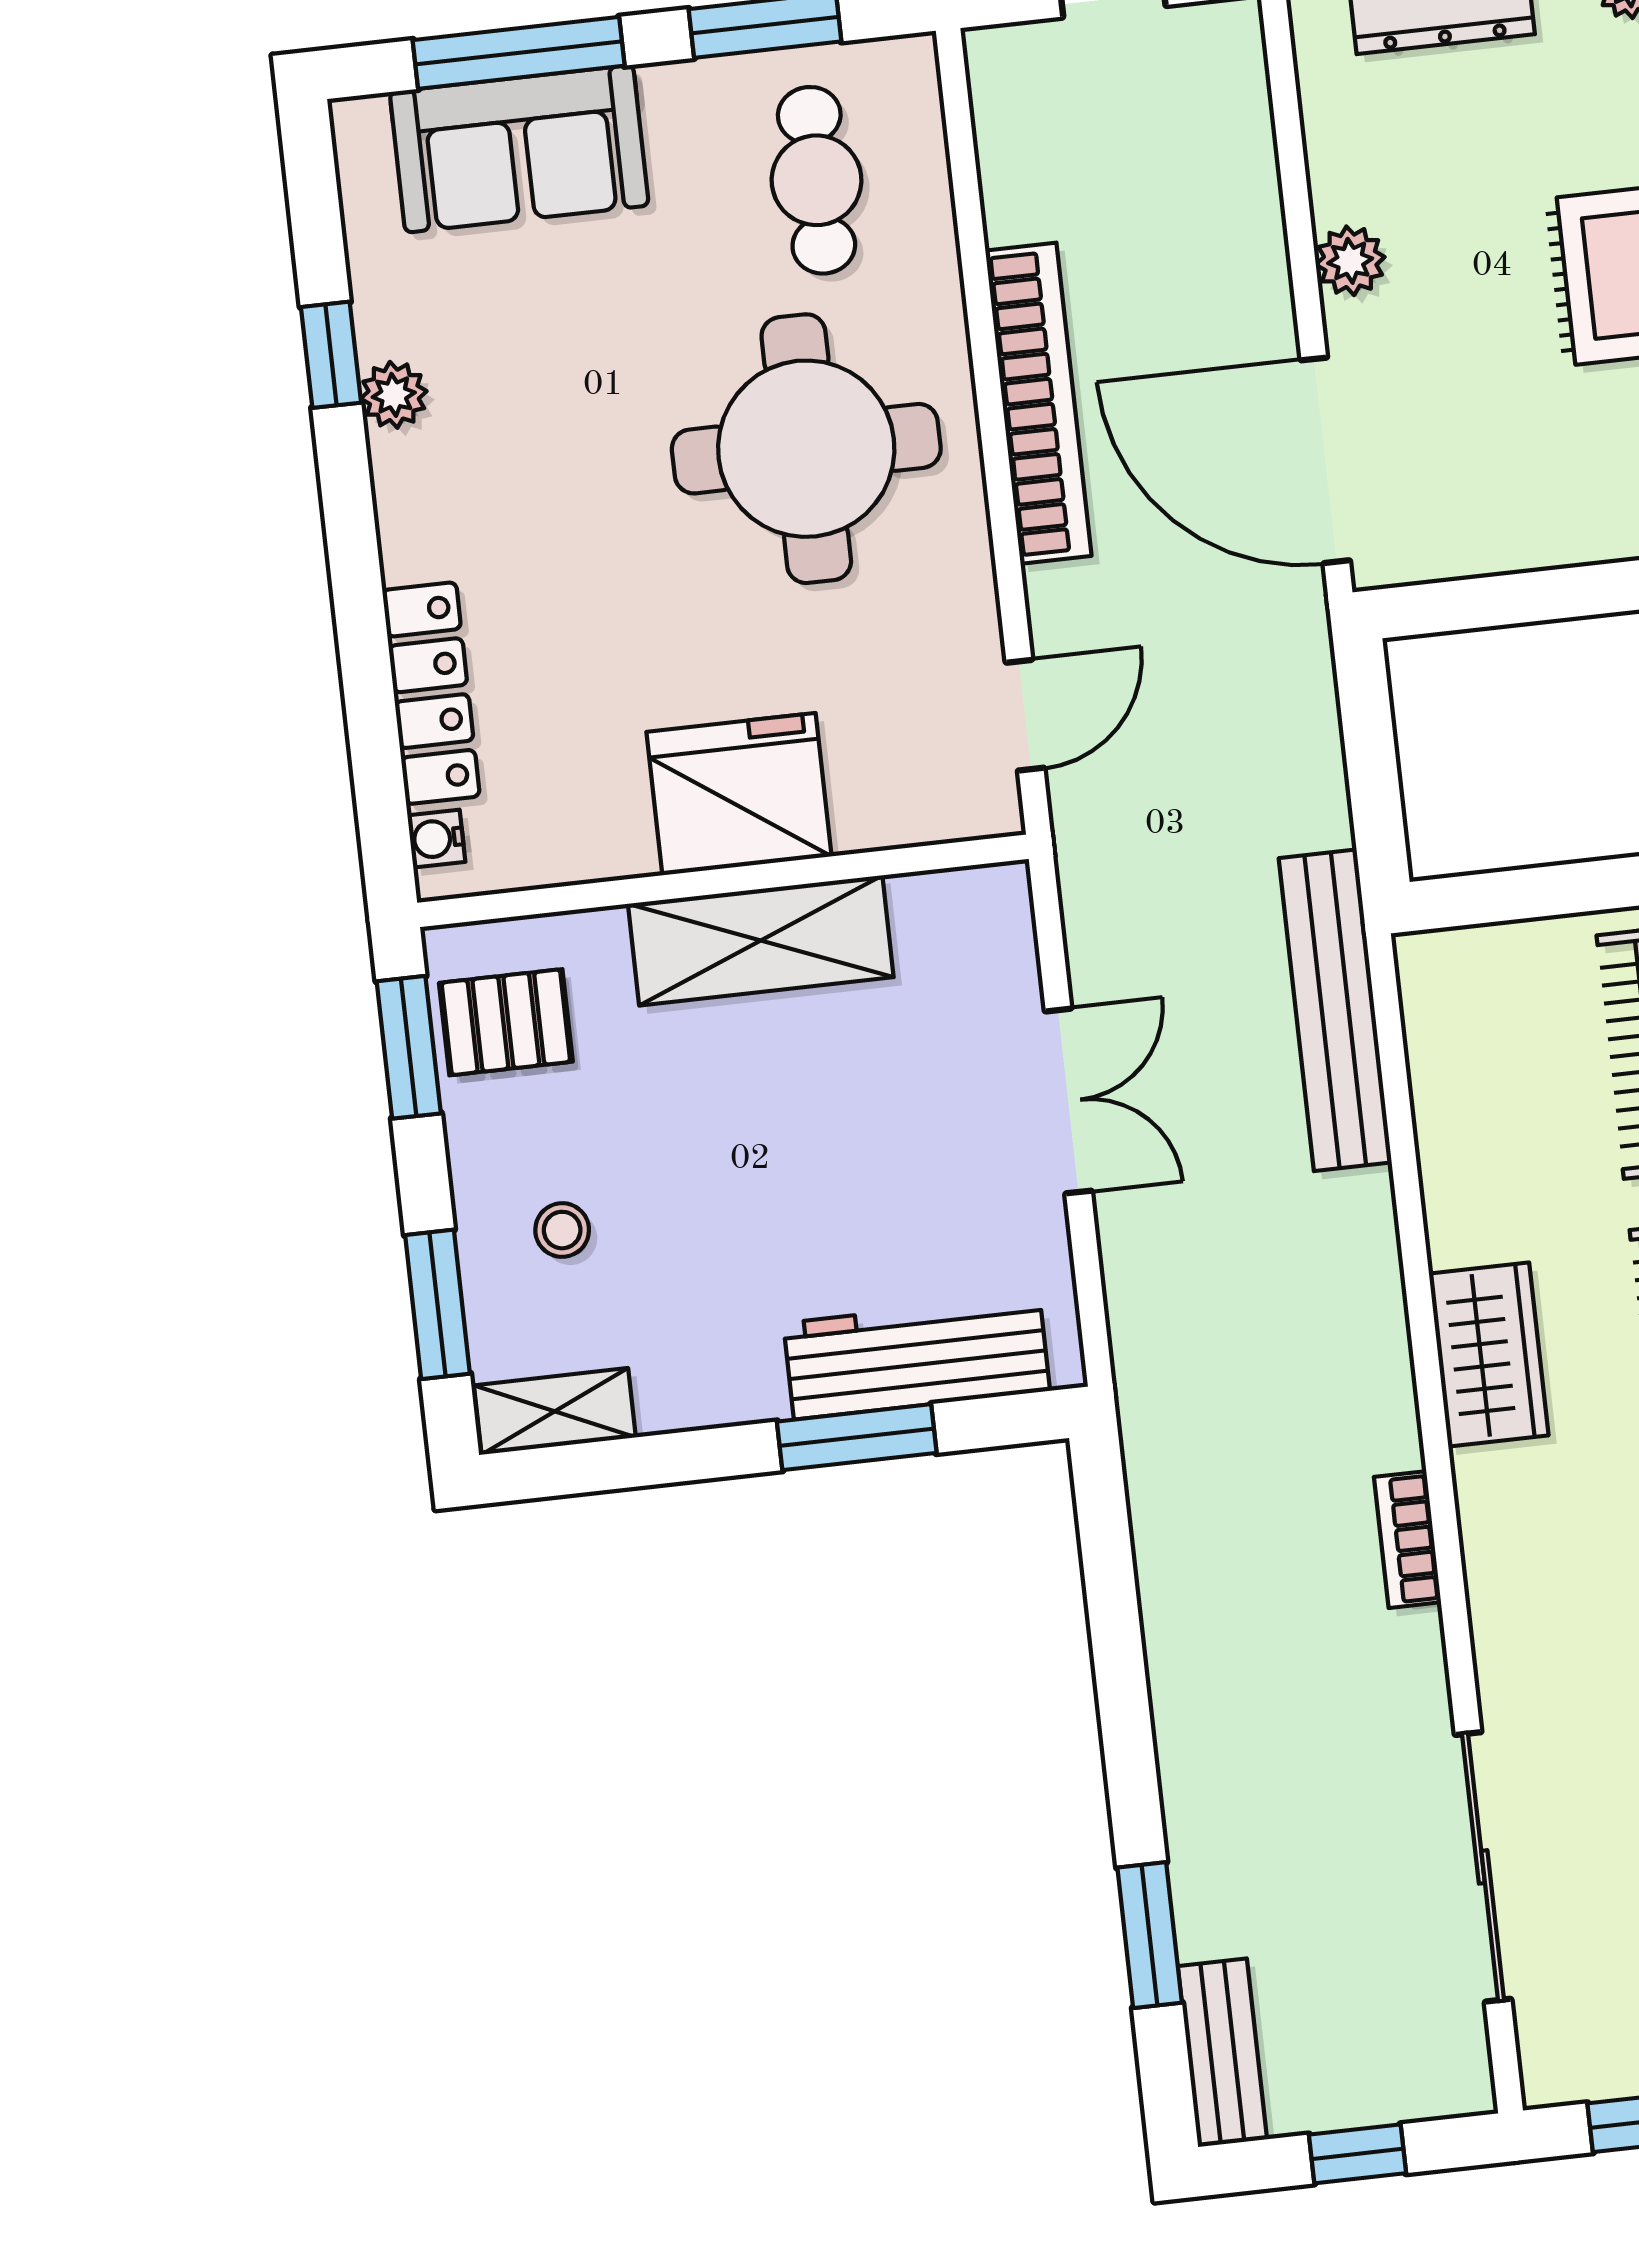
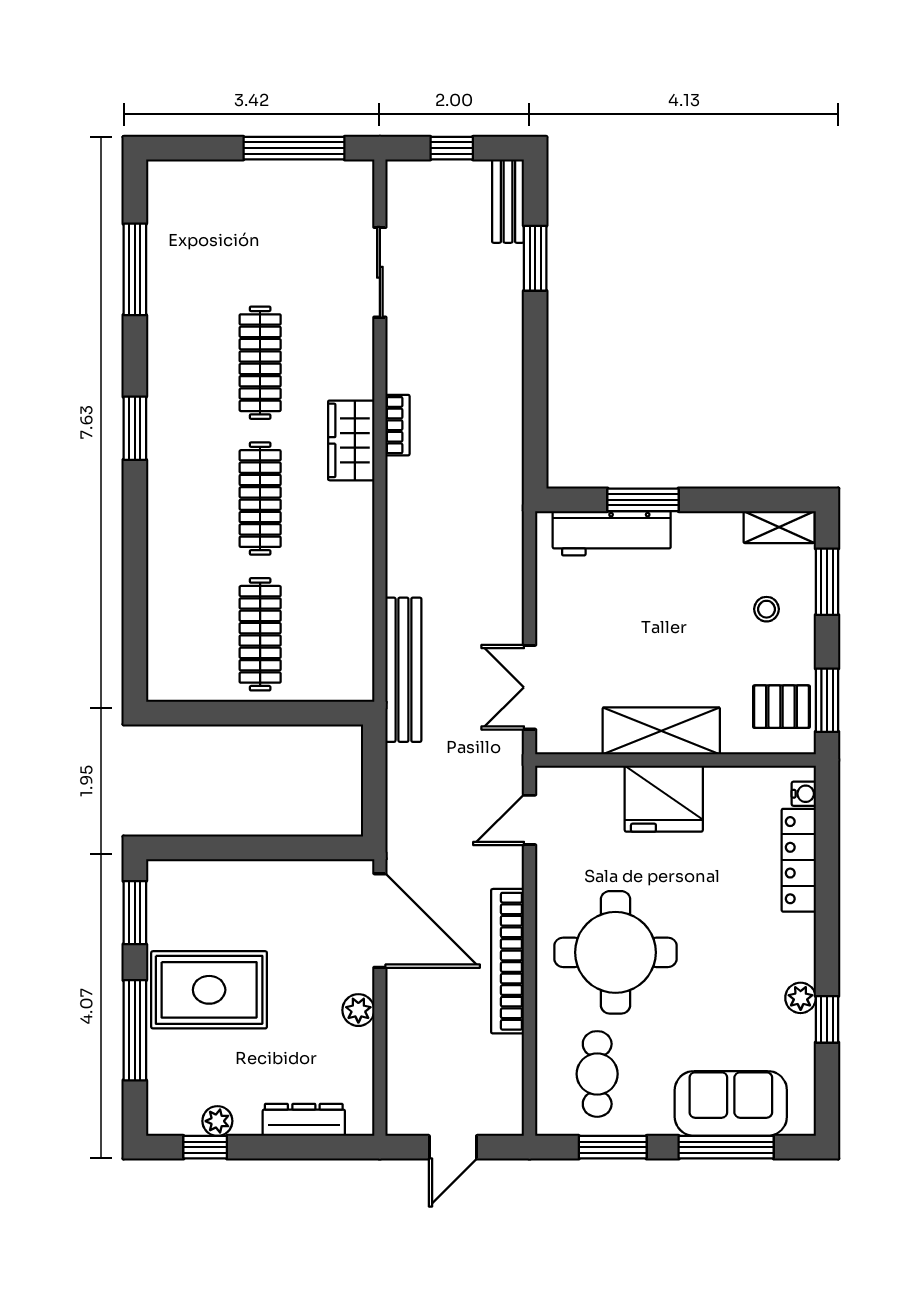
double door: (1068, 1101) -> (530, 687), moved
wardrobe: (1489, 1355) -> (351, 440), moved
sliding door: (1483, 1867) -> (380, 272), width x0.73

